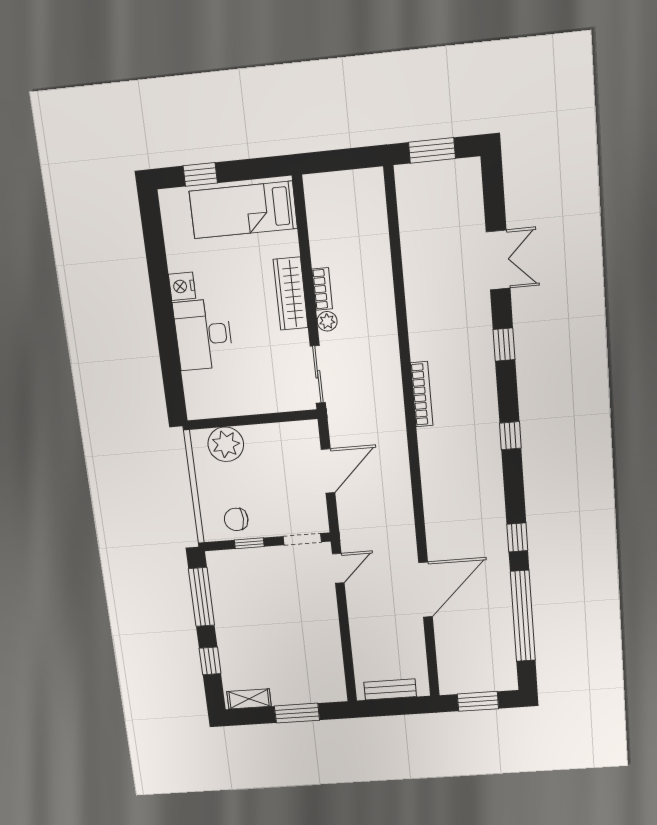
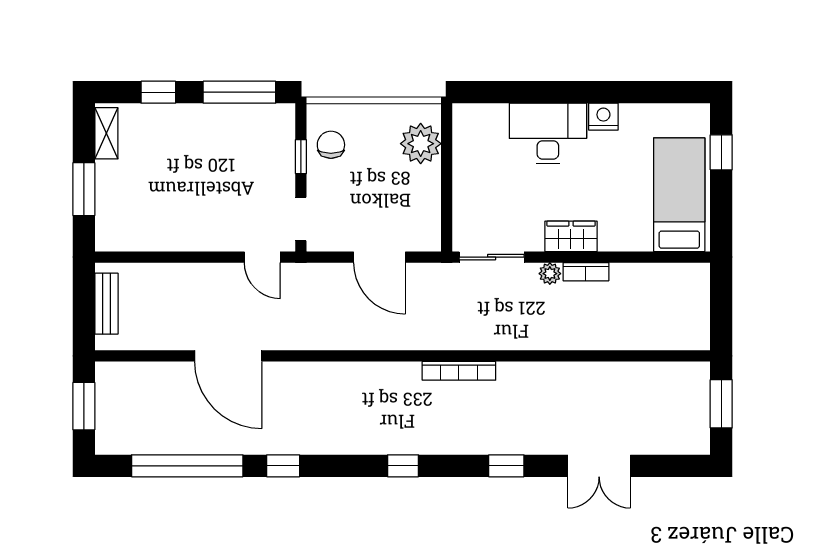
wardrobe: (291, 294) -> (571, 236), width x0.67

